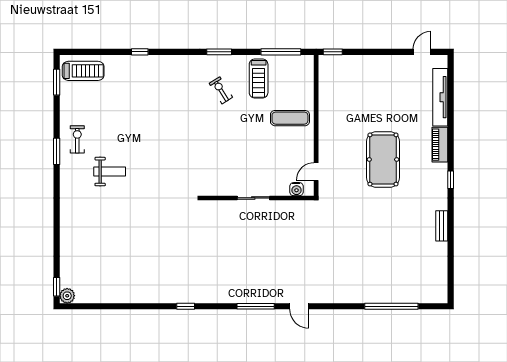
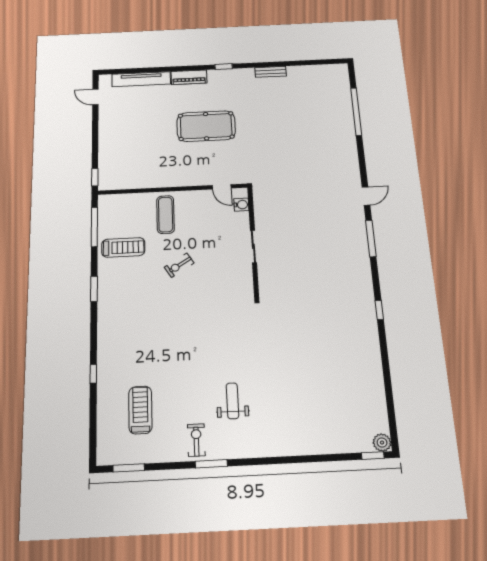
treadmill: (83, 71) -> (140, 410), moved
exercise bike: (221, 90) -> (179, 265), moved
exercise bike: (77, 139) -> (196, 440), turned 90

